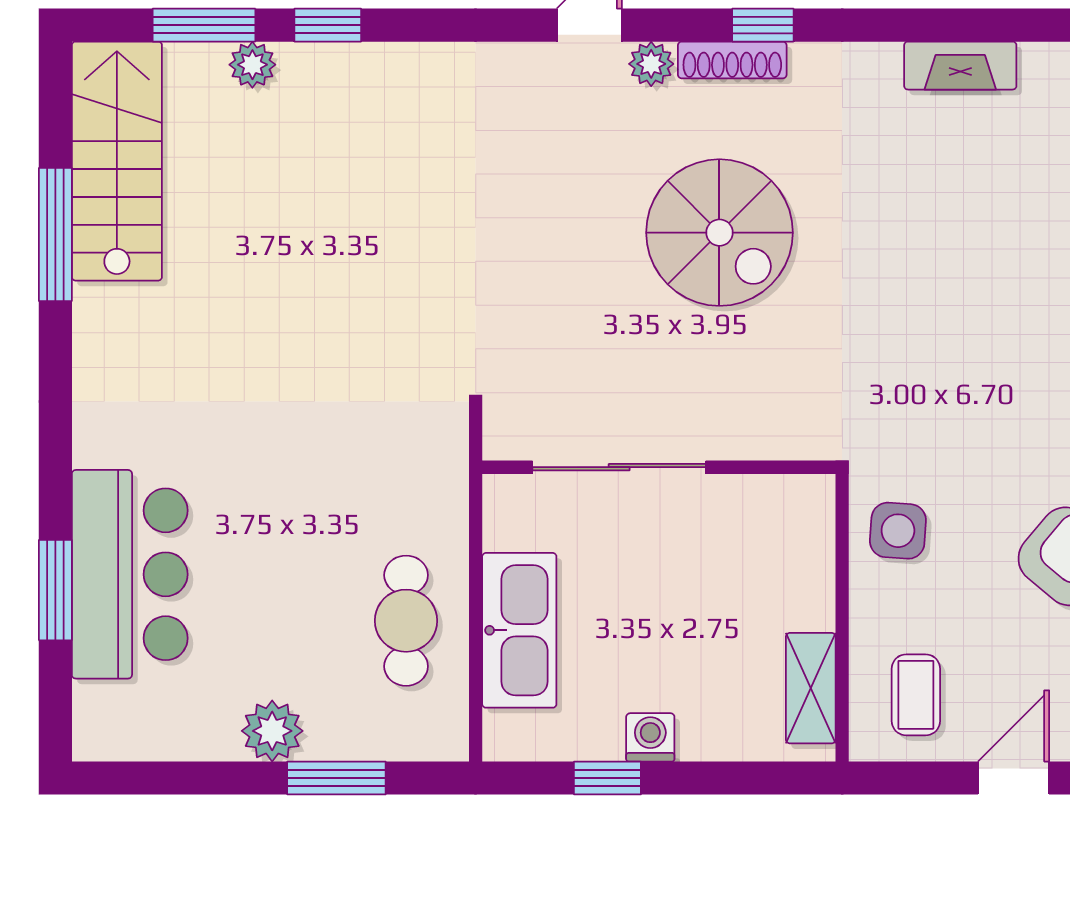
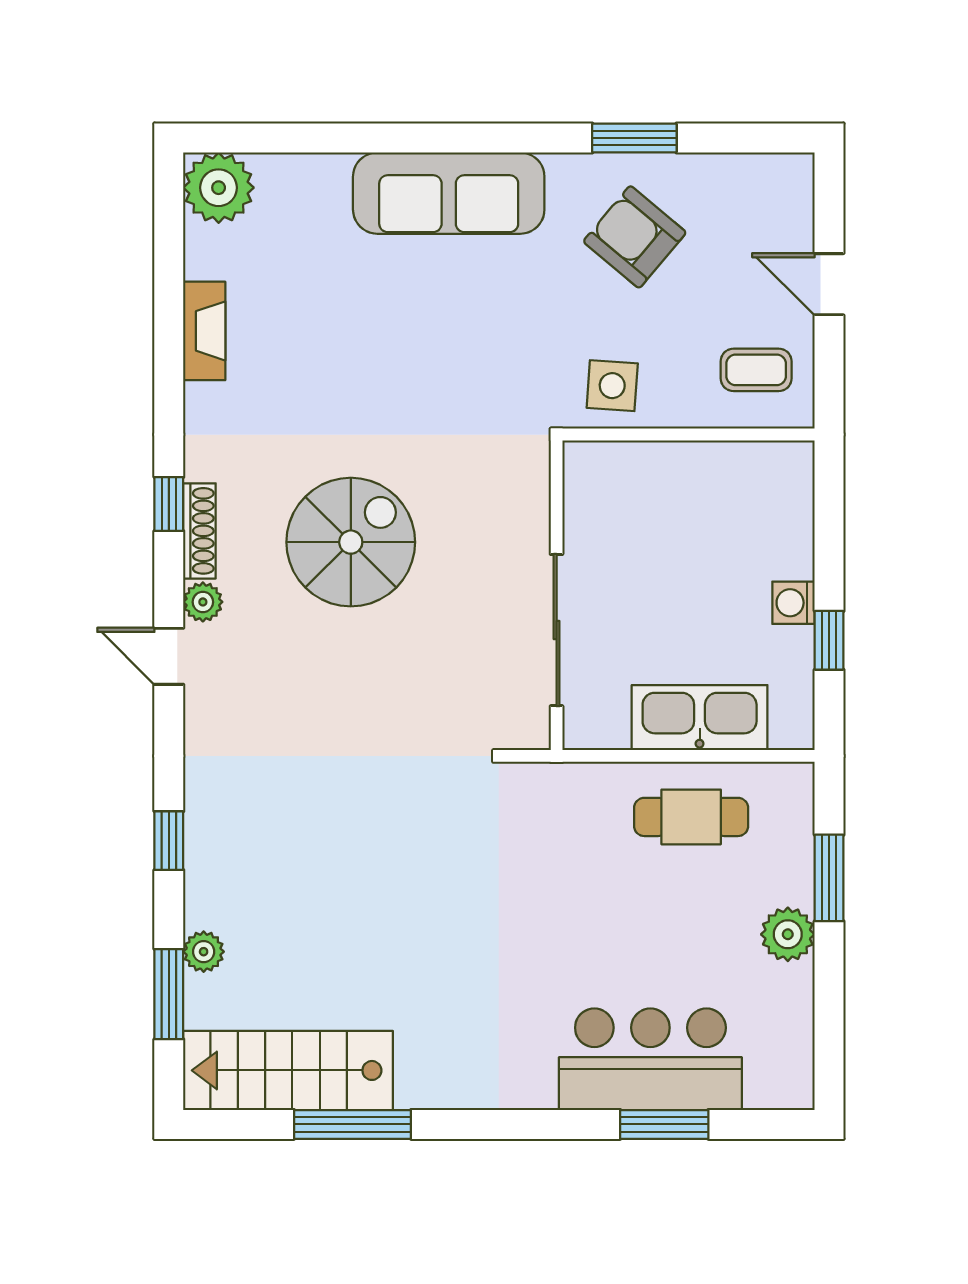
window: (328, 25) -> (169, 841), moved
shelving: (811, 688) -> (750, 462), removed

